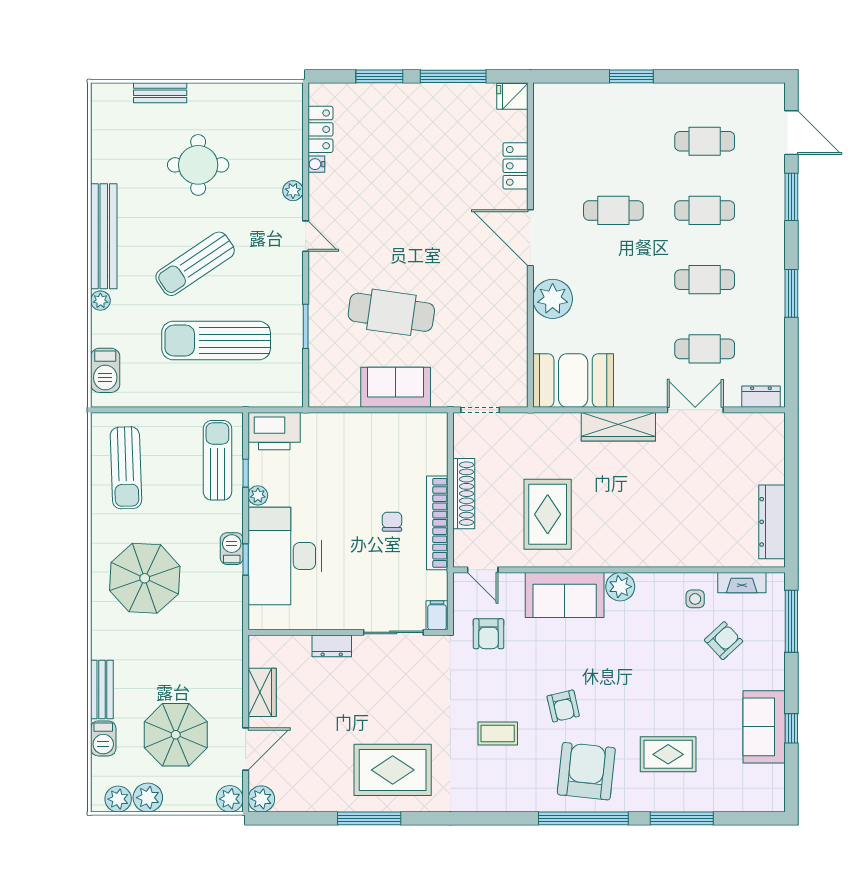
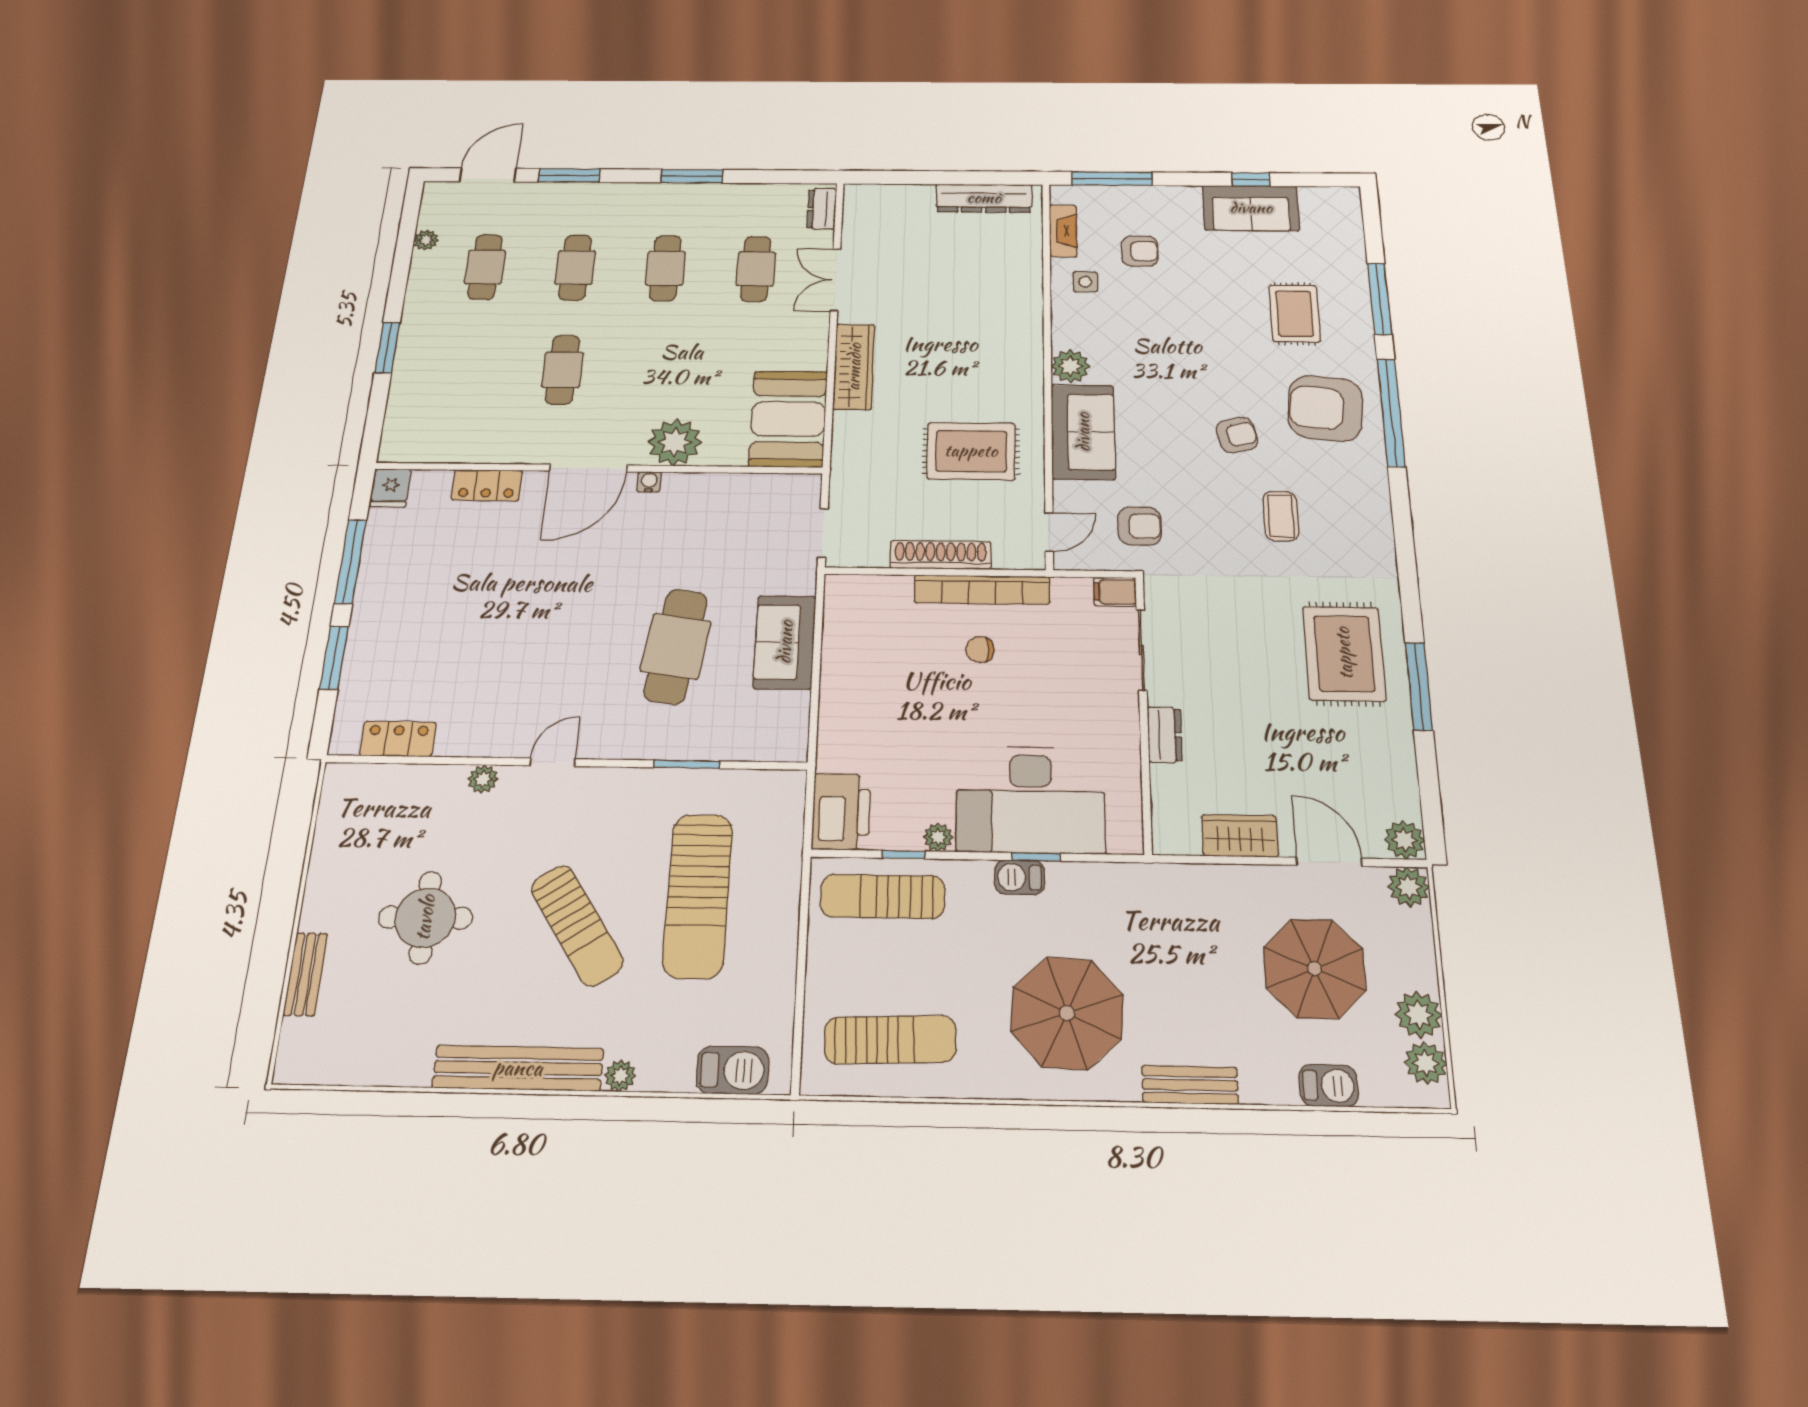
plant: (729, 92) -> (426, 240), added
water cooler: (316, 164) -> (649, 482), moved, turned 180
armchair: (724, 641) -> (1140, 251), turned 133
bench: (102, 689) -> (1190, 1085), moved

